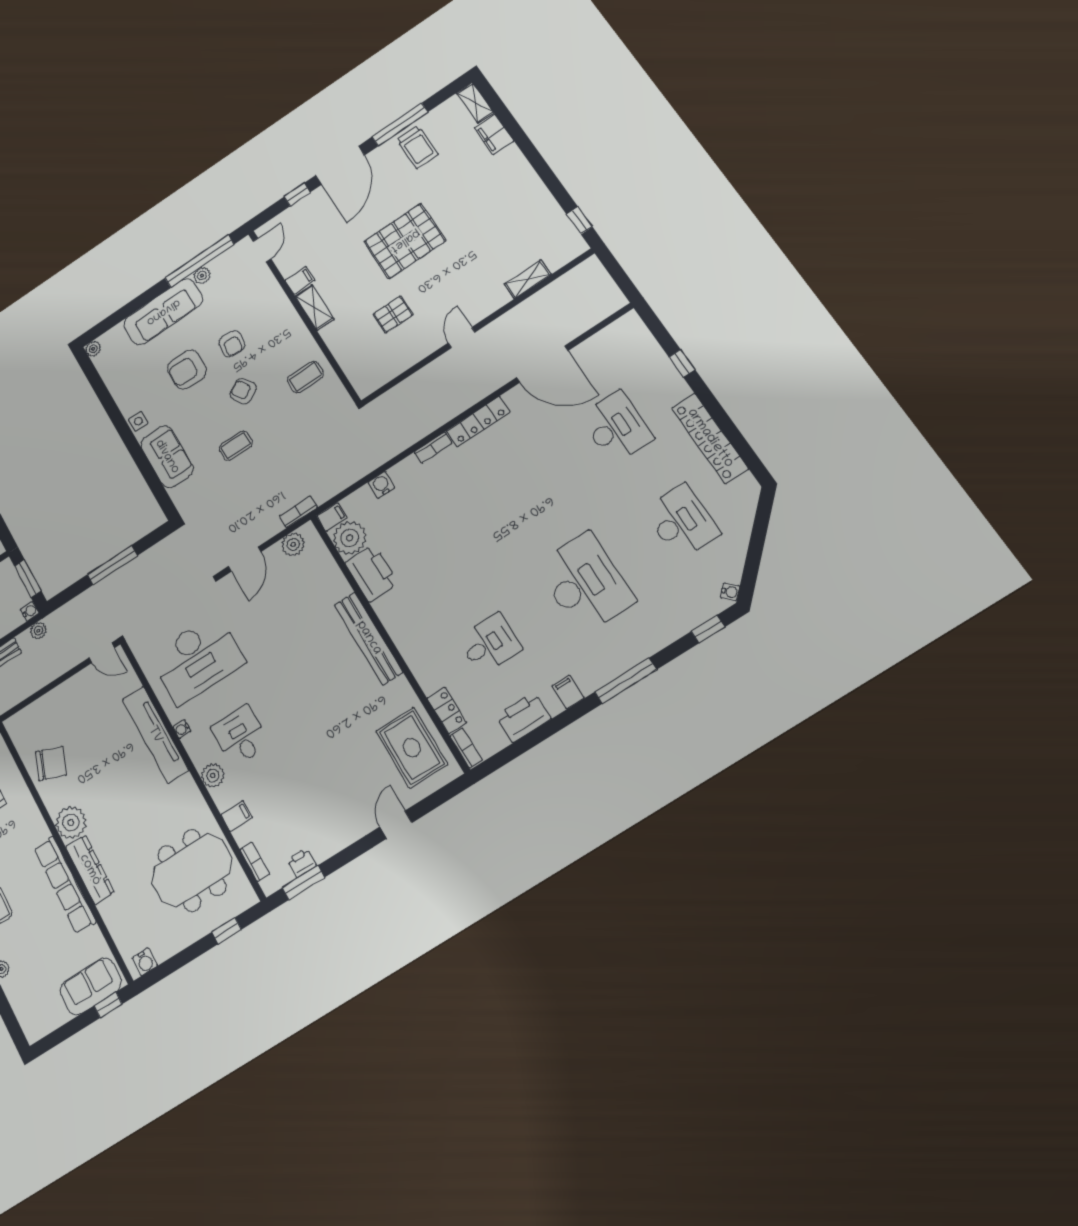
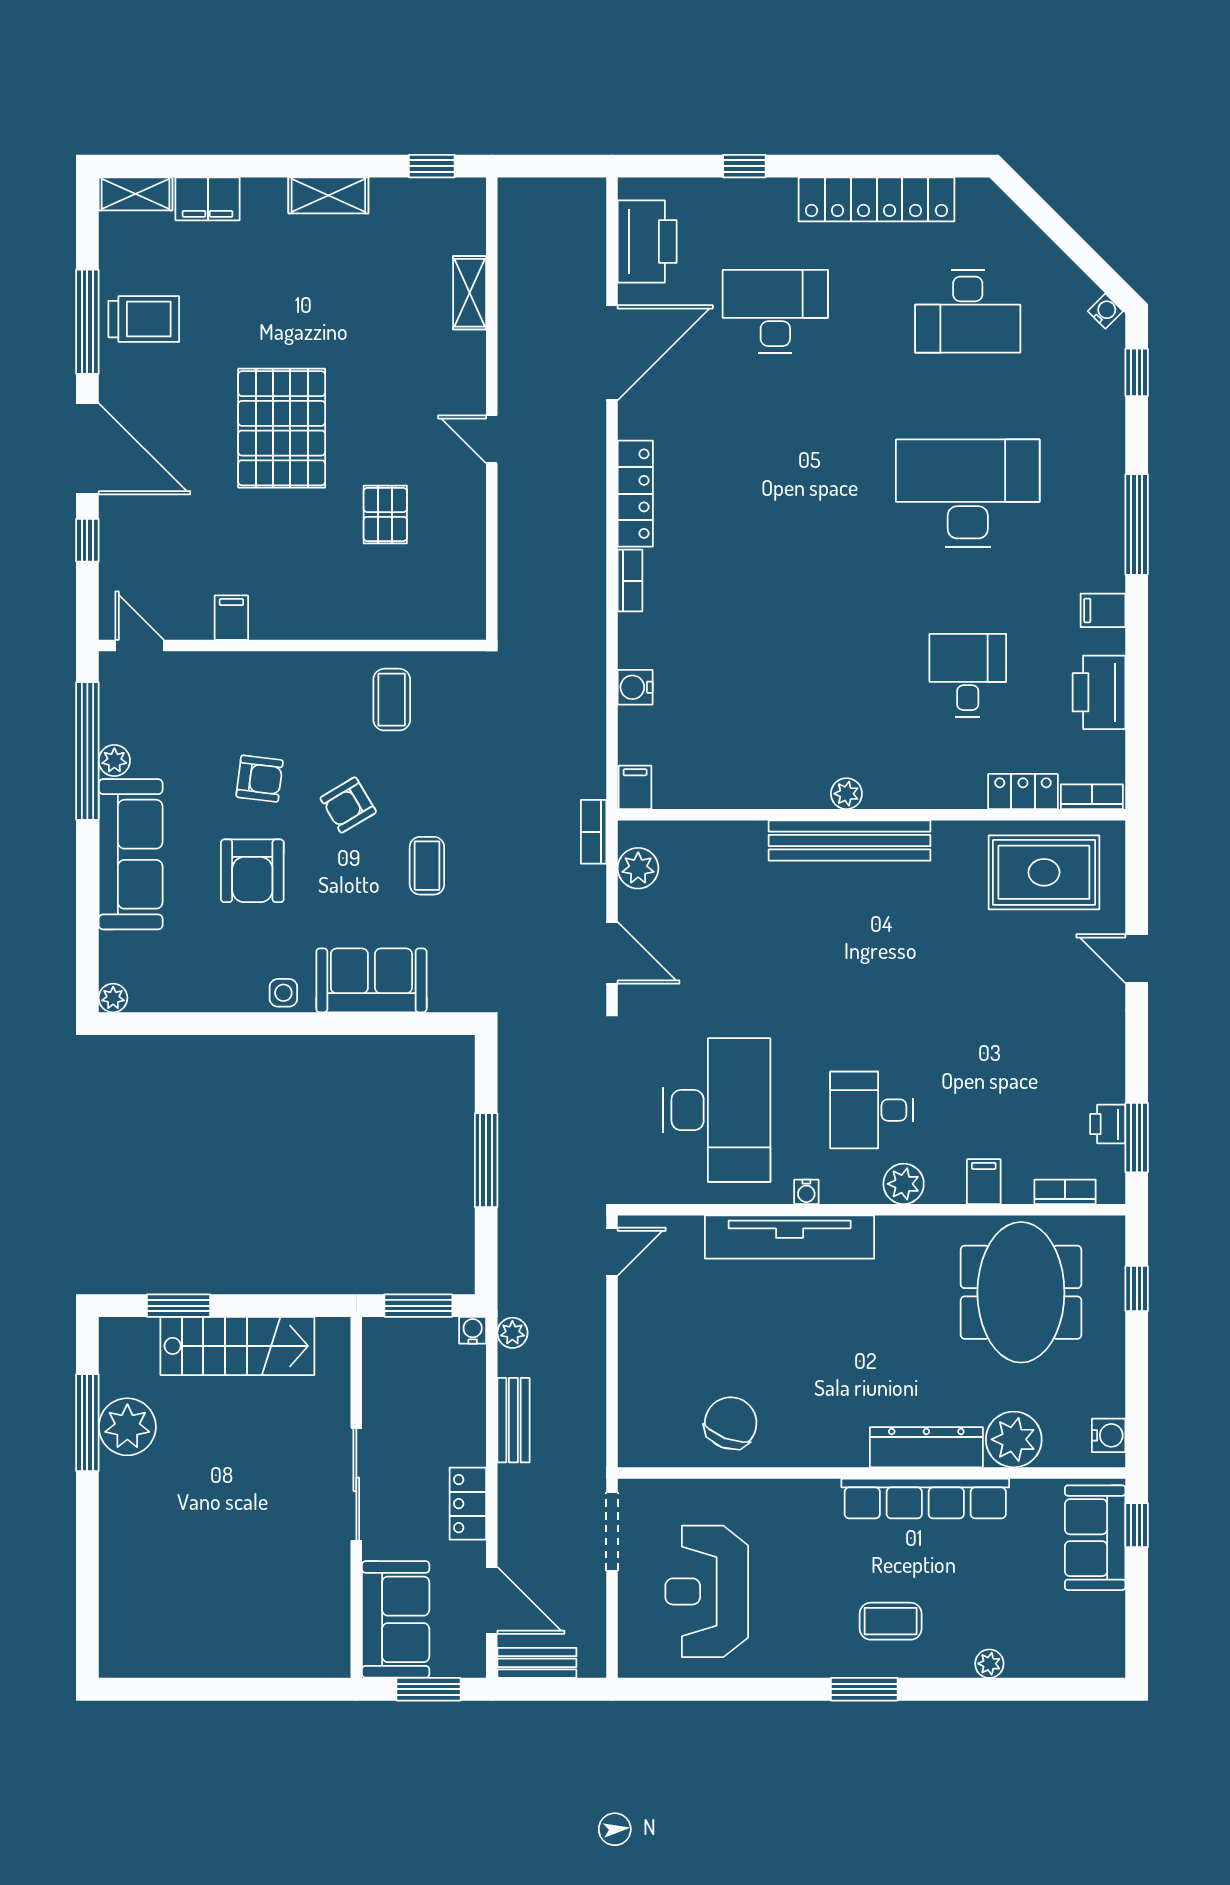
shelving: (314, 308) -> (328, 195), moved
desk: (682, 522) -> (968, 311), turned 180
plant: (350, 538) -> (846, 794), moved, width x0.53, depth x0.53
printer: (371, 573) -> (647, 241), moved, turned 90
plant: (71, 823) -> (1014, 1439), moved

